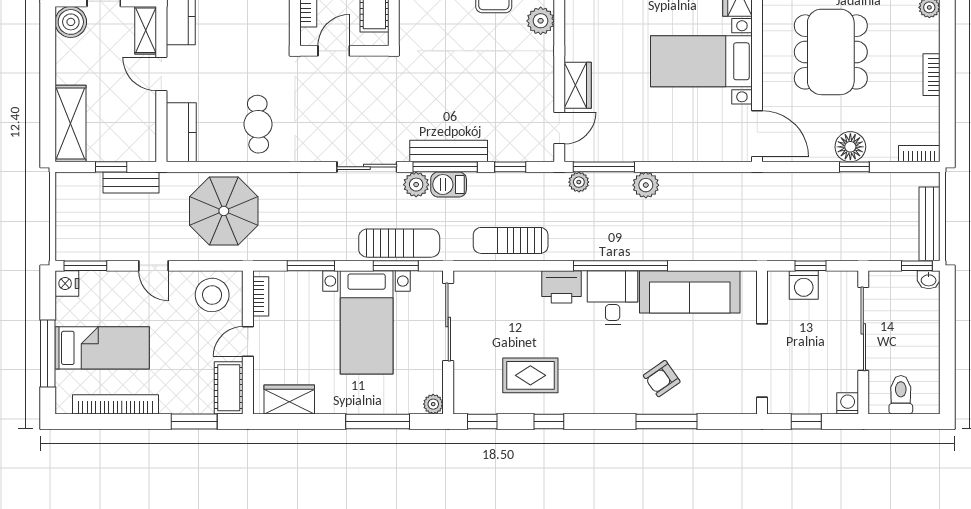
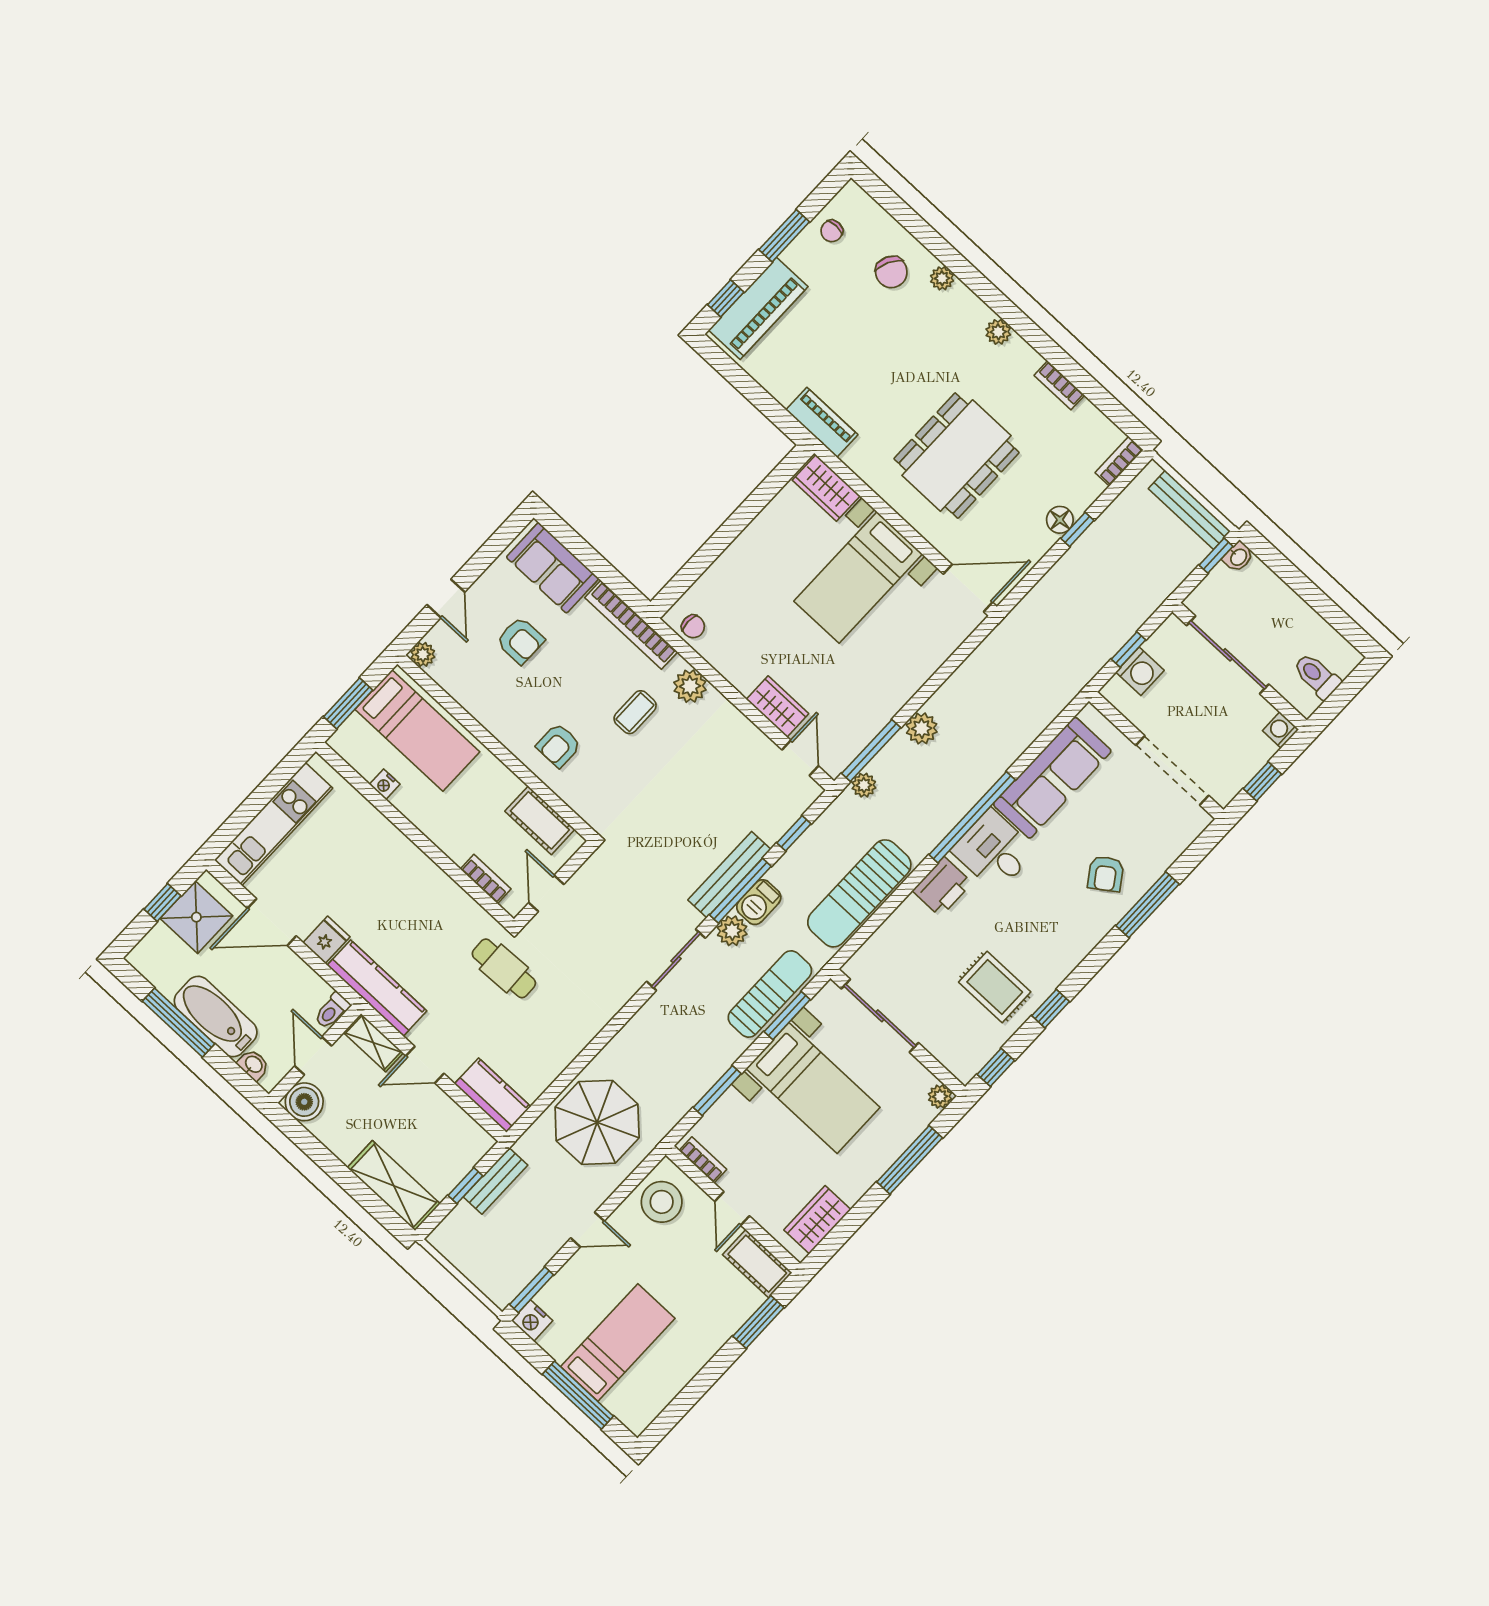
dining table: (831, 52) -> (956, 456), turned 90
cafe table: (258, 124) -> (504, 968), moved
floor lamp: (850, 147) -> (1060, 520), width x0.73, depth x0.73
sun lounger: (511, 240) -> (859, 893), width x1.36, depth x1.34
rug: (530, 375) -> (995, 987), turned 90
bookcase: (115, 404) -> (679, 1377), removed

